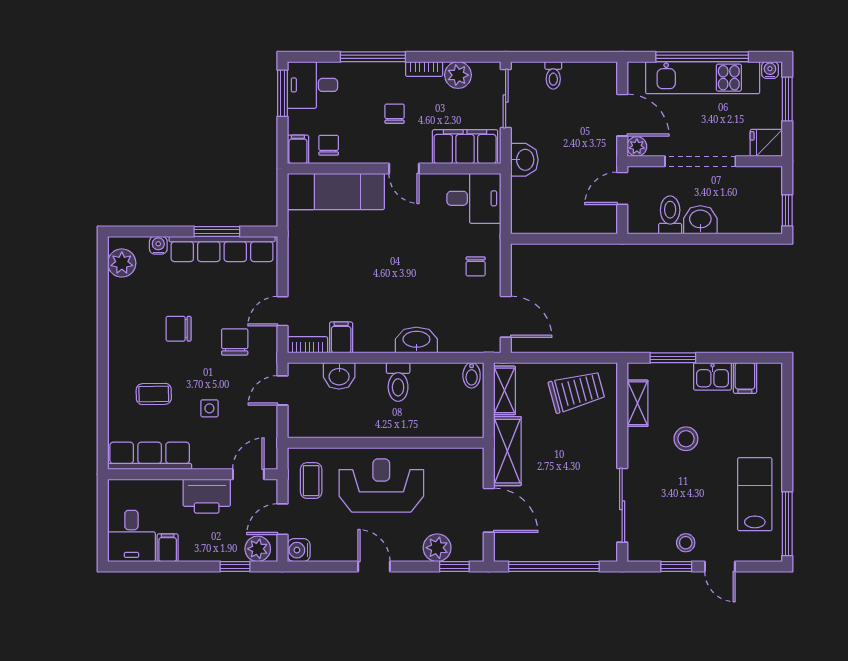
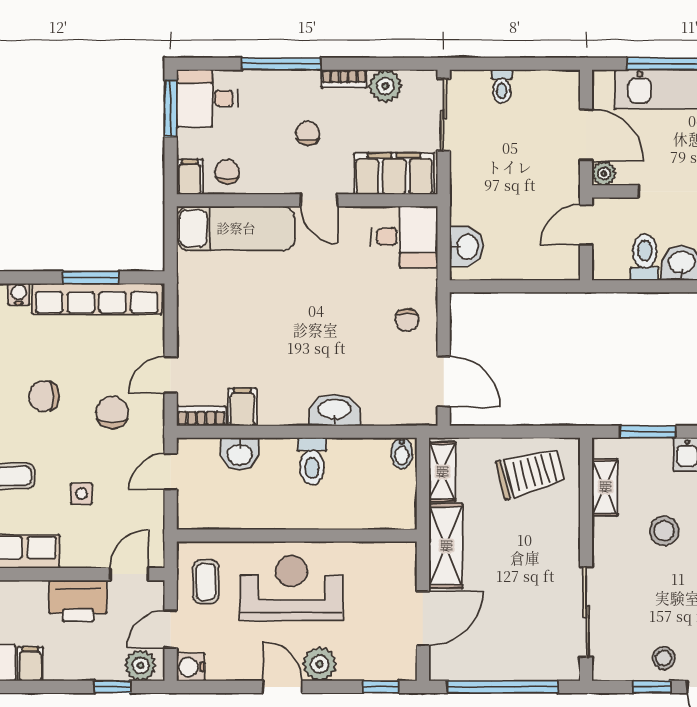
washbasin: (524, 160) -> (466, 247), moved
door: (489, 510) -> (423, 618), hinge flipped
plant: (437, 548) -> (320, 664), moved

